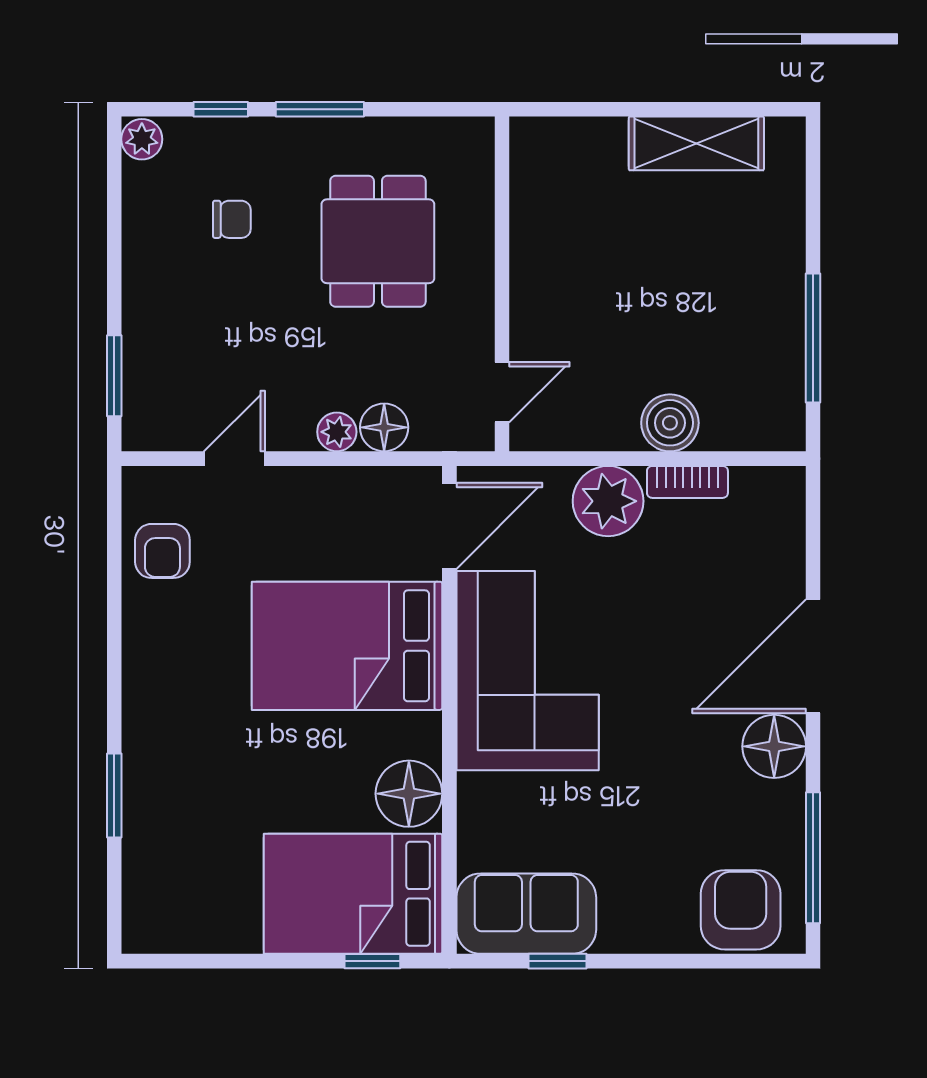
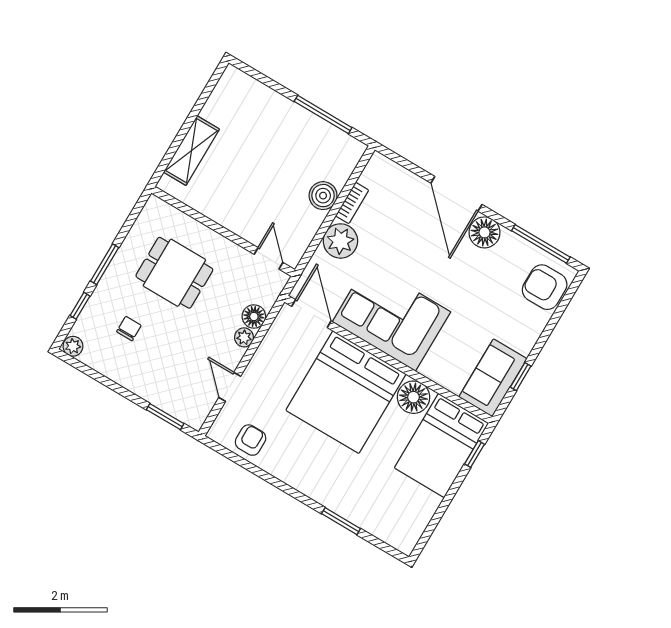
shelving: (696, 143) -> (191, 151), moved
armchair: (162, 551) -> (251, 440), turned -90
bed: (347, 646) -> (346, 392), width x1.36

